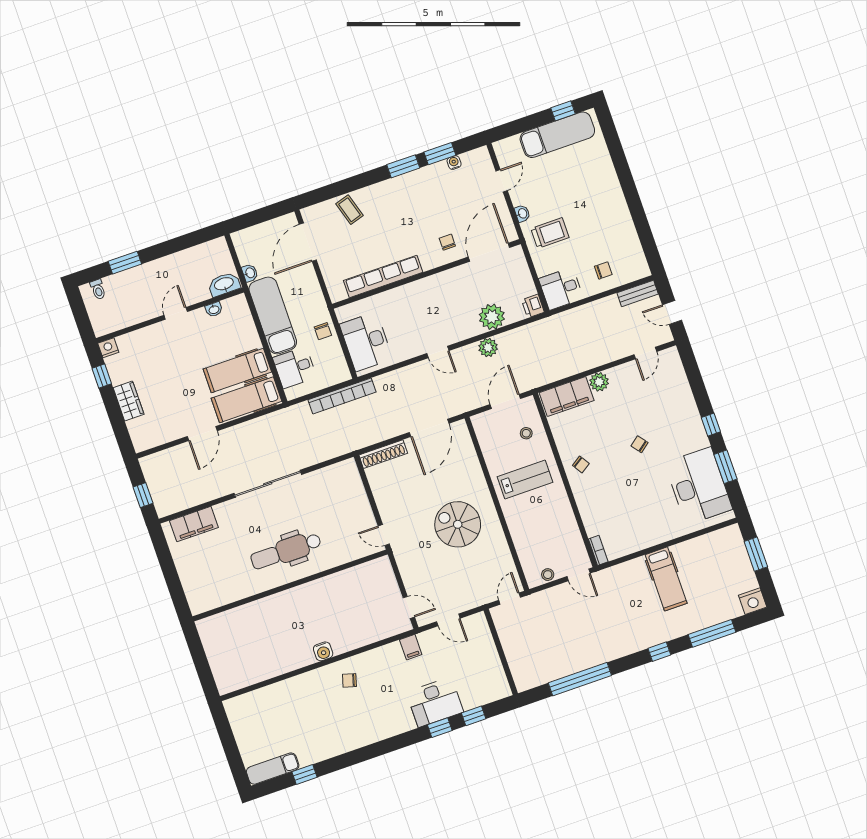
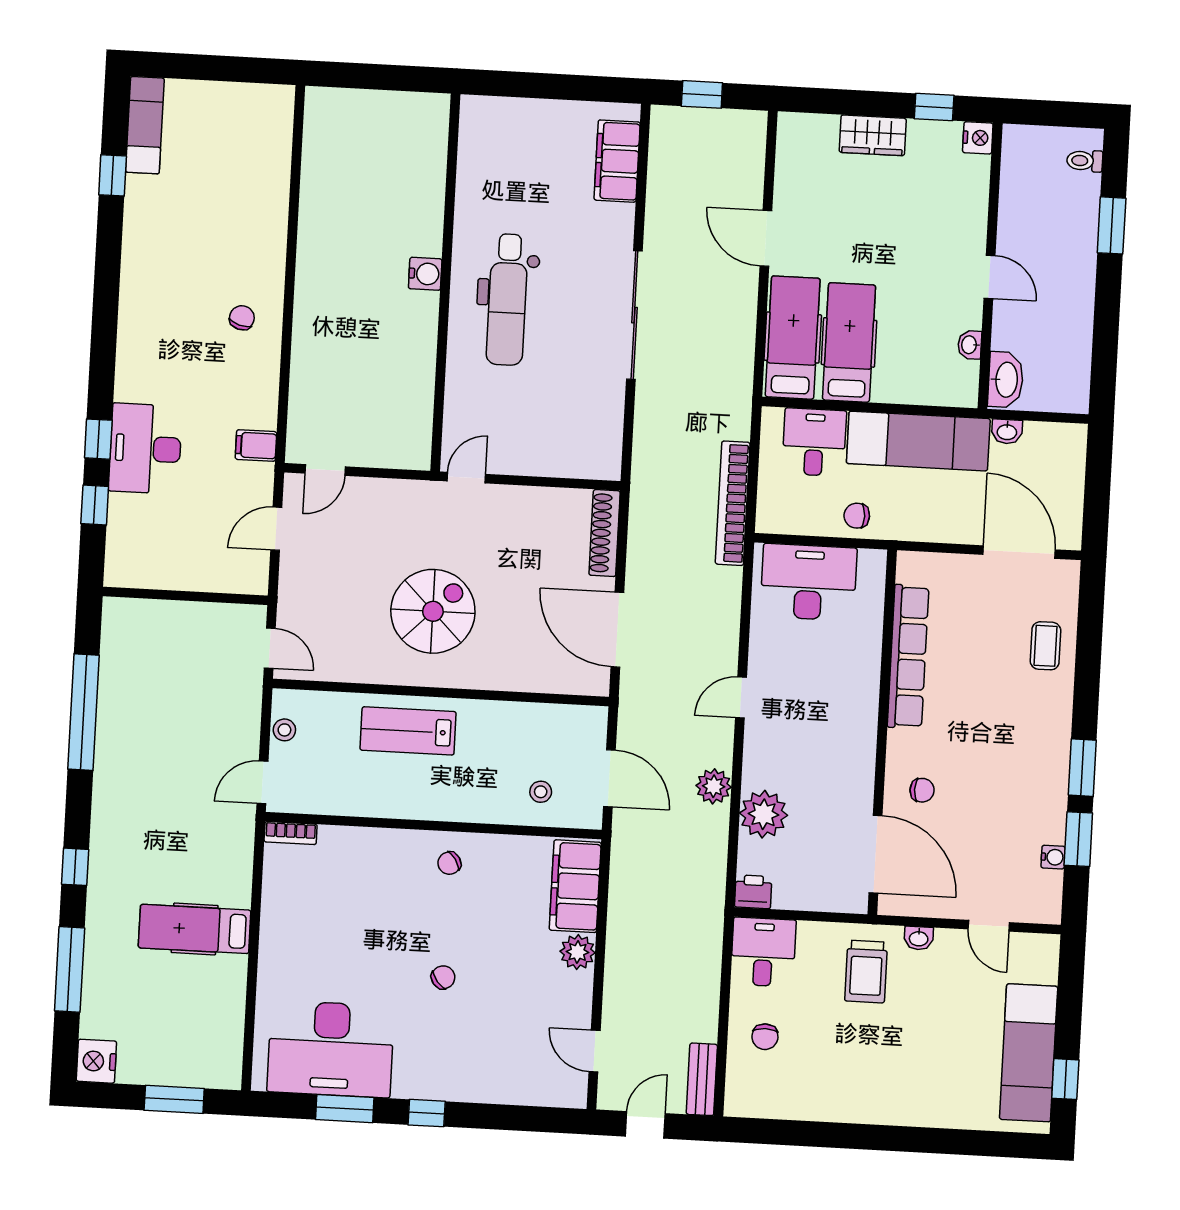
coffee table: (349, 210) -> (1046, 646), turned -73
lab bench: (525, 479) -> (408, 731), moved, turned 90
dental chair: (286, 551) -> (507, 300), turned 180
water cooler: (323, 651) -> (425, 274), moved, turned 180

